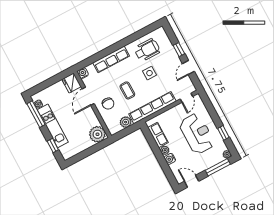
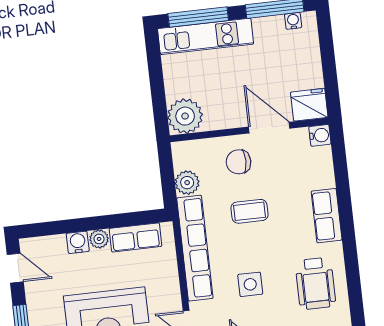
row of seats: (111, 59) -> (327, 216), width x0.68
side table: (149, 73) -> (250, 284), moved
kitchen unit: (53, 126) -> (205, 36), moved
window: (53, 145) -> (198, 17), width x2.17
door: (192, 181) -> (15, 268), hinge flipped

